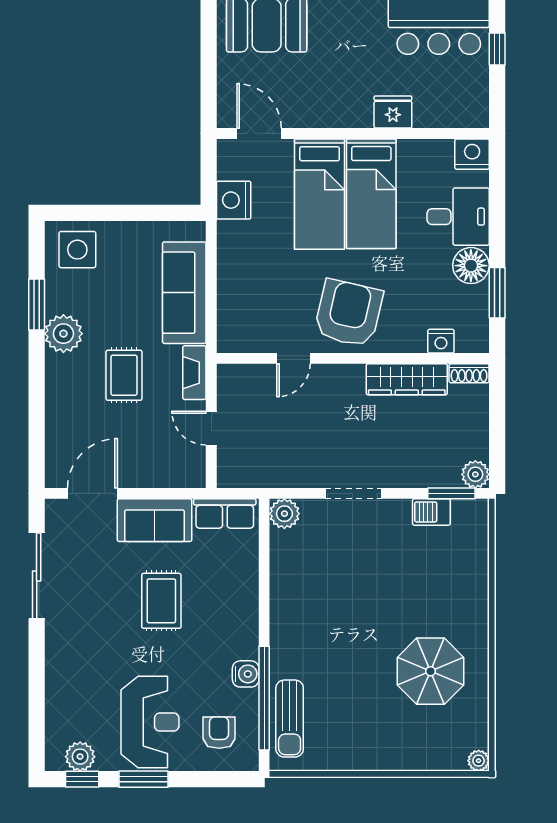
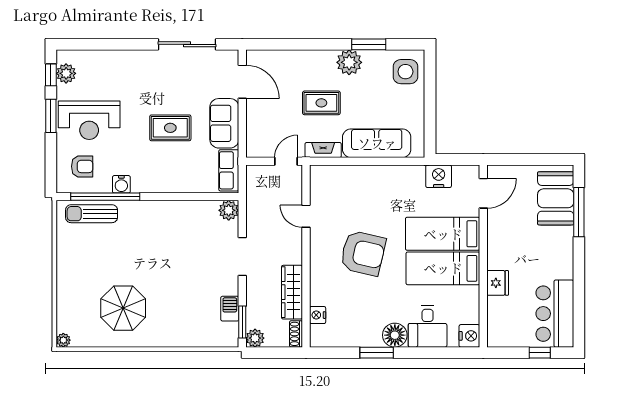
nightstand: (441, 341) -> (318, 315), moved
door: (293, 358) -> (306, 216), moved
wall: (353, 358) -> (306, 256), moved
shoe rack: (469, 373) -> (296, 334), moved
wardrobe: (407, 379) -> (292, 292), moved

